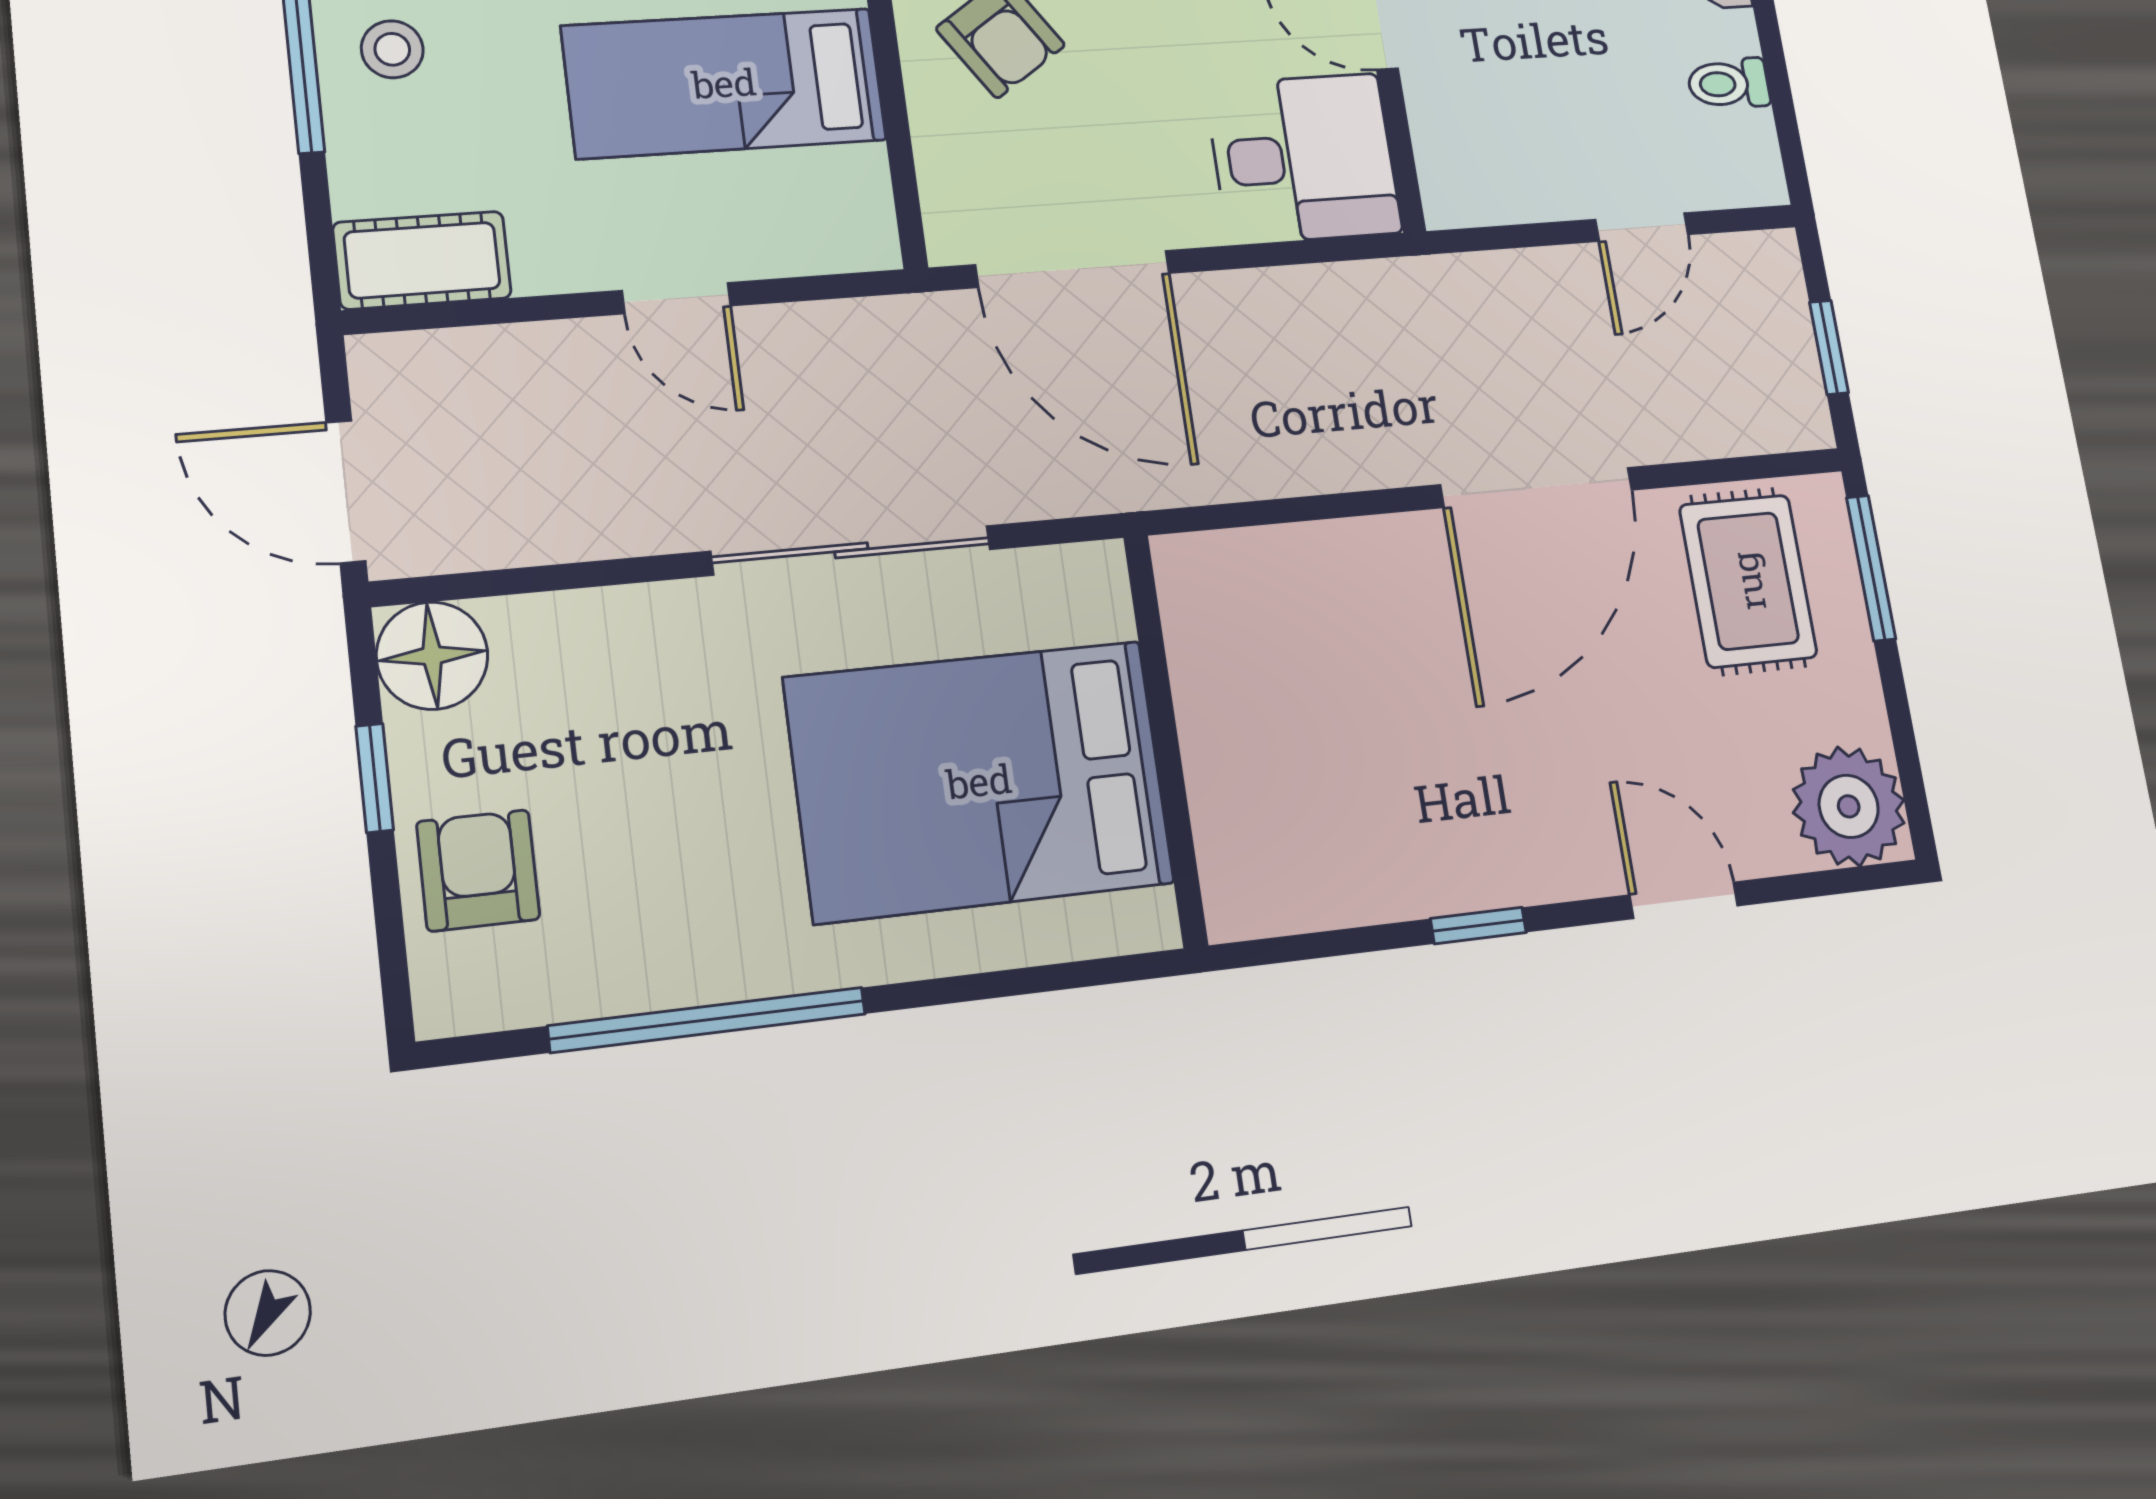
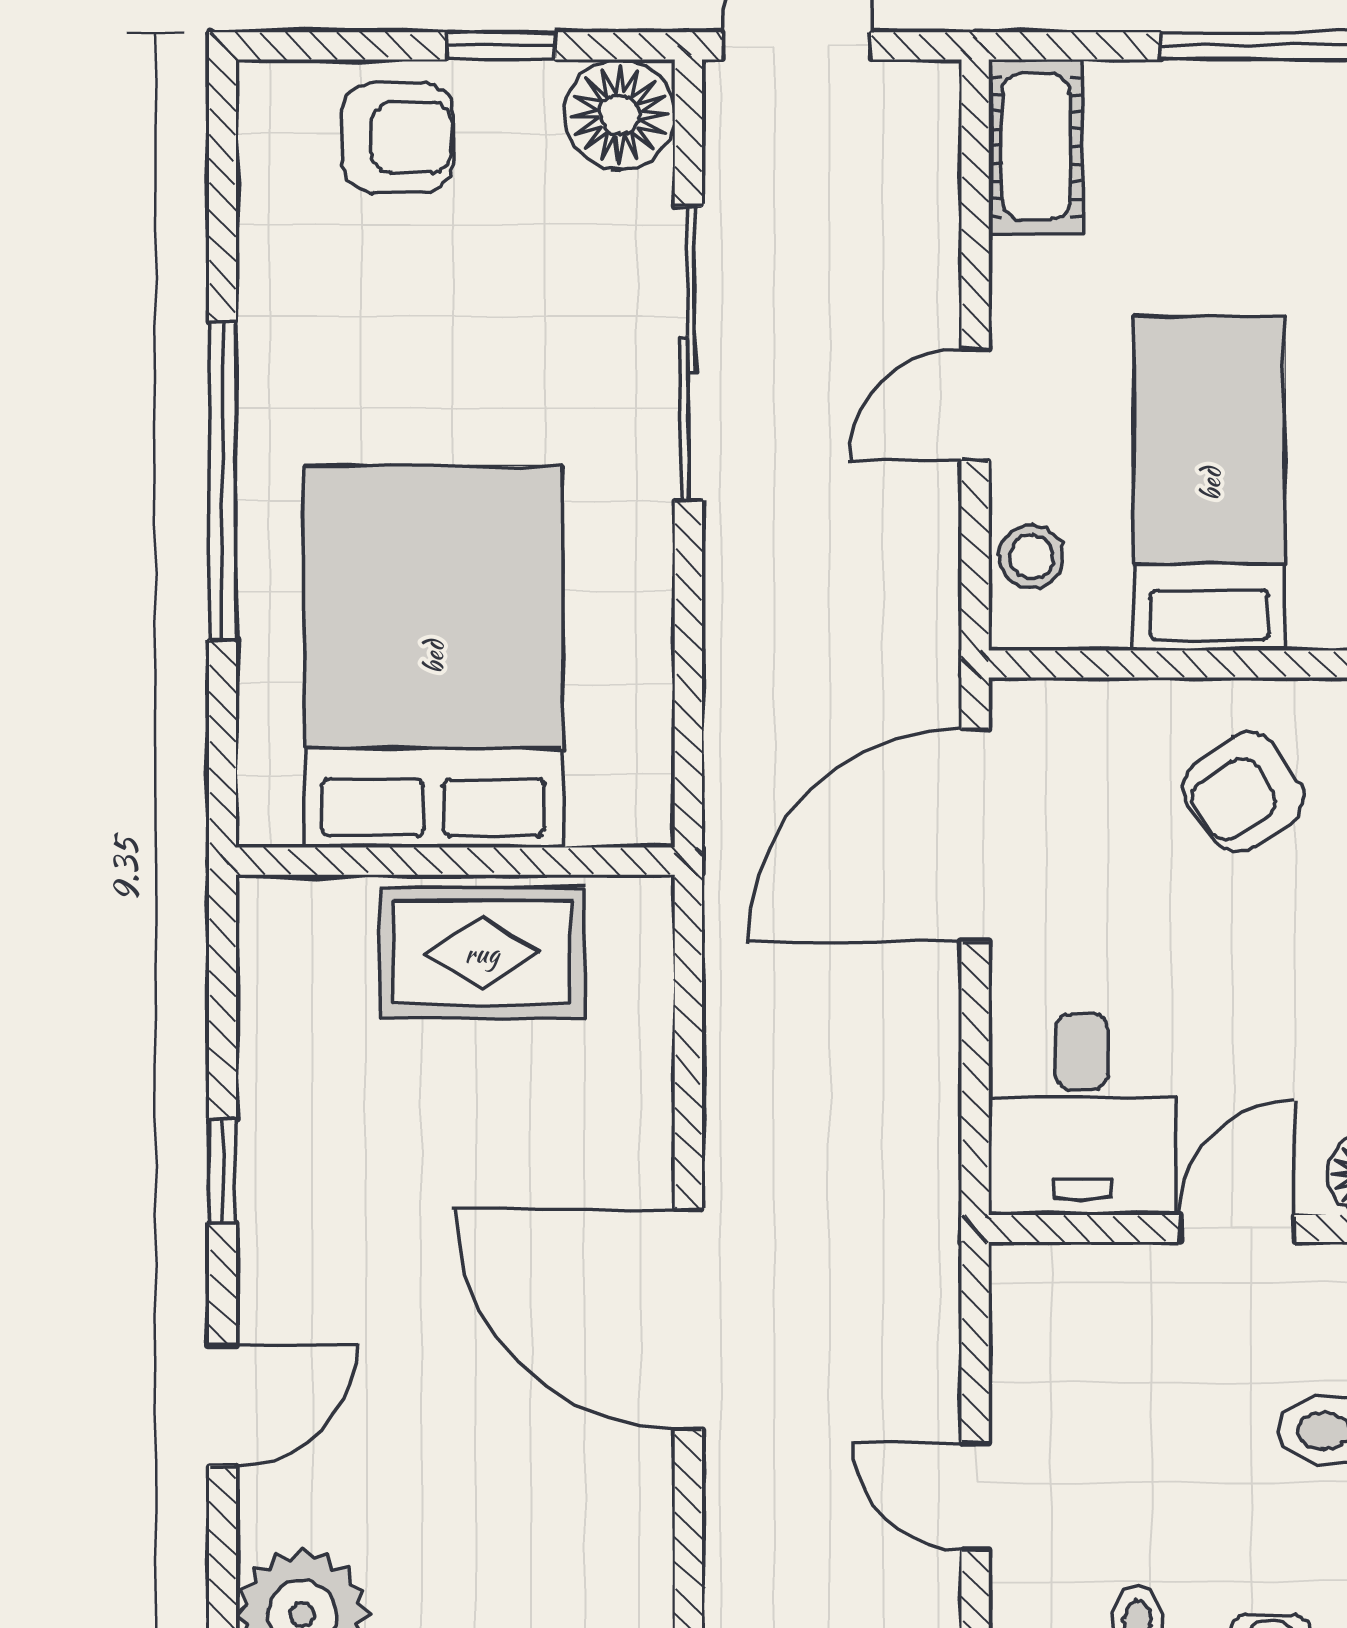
stool: (392, 49) -> (1031, 557), moved
sliding door: (851, 550) -> (688, 354), moved
rug: (1748, 581) -> (482, 953), moved
window: (708, 1020) -> (223, 481), moved

